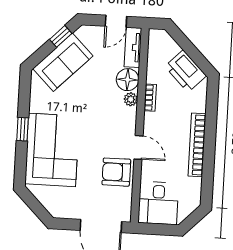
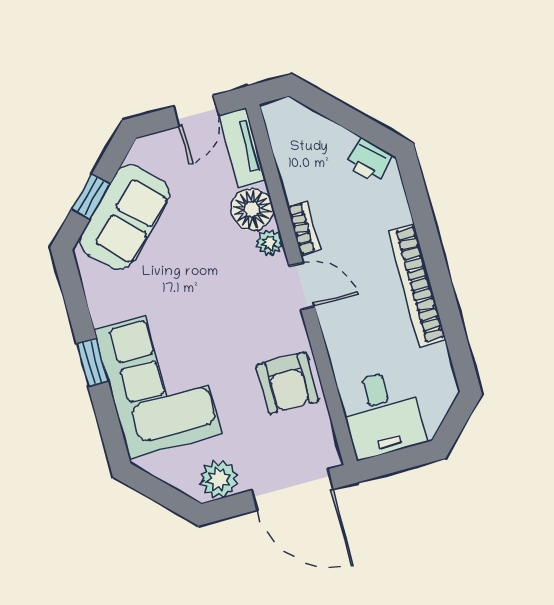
window: (61, 36) -> (91, 197), moved
printer: (185, 71) -> (369, 160), width x0.53, depth x0.68
door: (138, 147) -> (302, 286), moved
armchair: (116, 172) -> (287, 383), turned -90
plant: (66, 209) -> (219, 479), added

